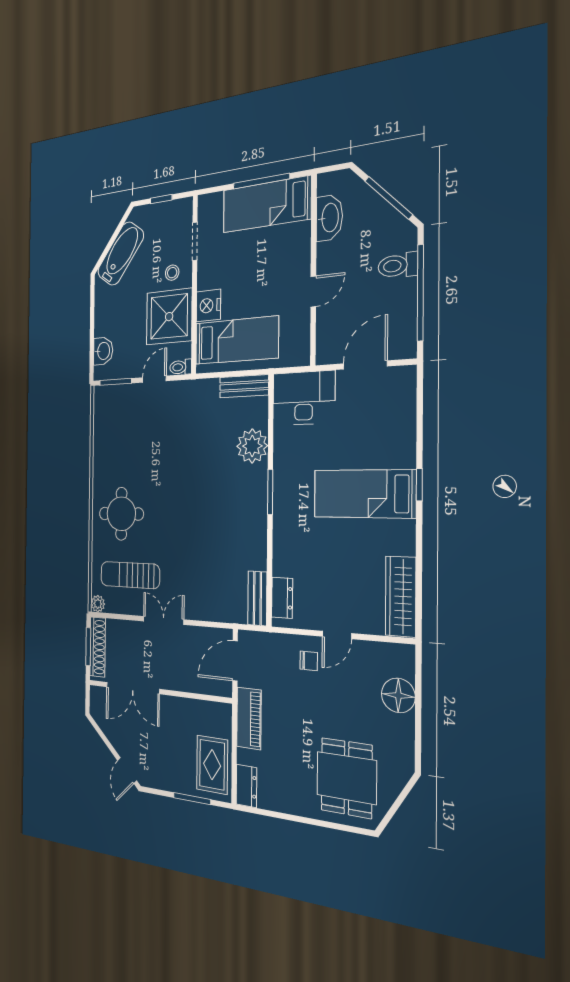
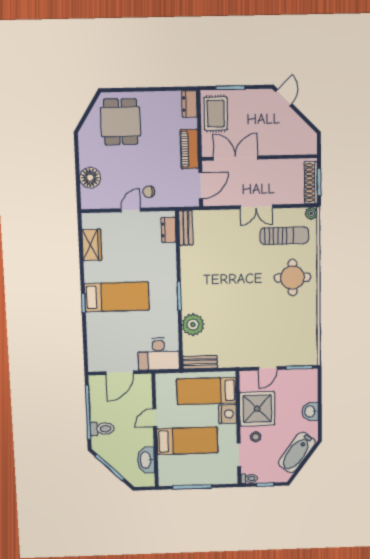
bed: (267, 204) -> (187, 441), moved
washbasin: (103, 351) -> (310, 411), moved
toilet: (181, 367) -> (249, 479), moved
wardrobe: (401, 596) -> (92, 245), width x0.67
double door: (133, 688) -> (236, 158), moved

